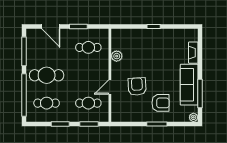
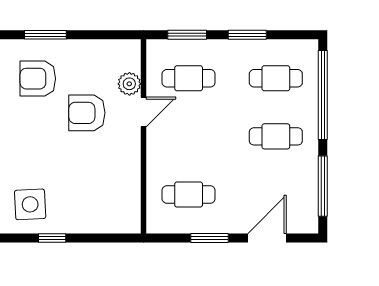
door: (51, 27) -> (267, 238), hinge flipped
side table: (164, 43) -> (30, 204), added
plant: (117, 56) -> (129, 84), moved
cafe table: (47, 75) -> (276, 136), width x0.73, depth x0.74
armchair: (137, 86) -> (87, 113), turned 93

